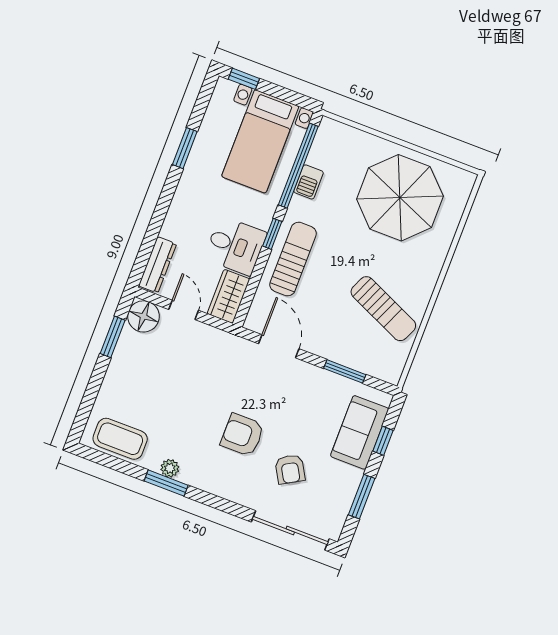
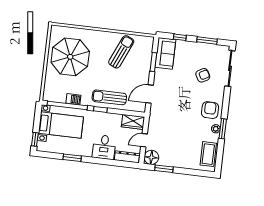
desk: (235, 246) -> (104, 147), moved, turned 180
sofa: (360, 432) -> (165, 53), moved, turned -90
armchair: (242, 435) -> (210, 110), moved, turned 180

